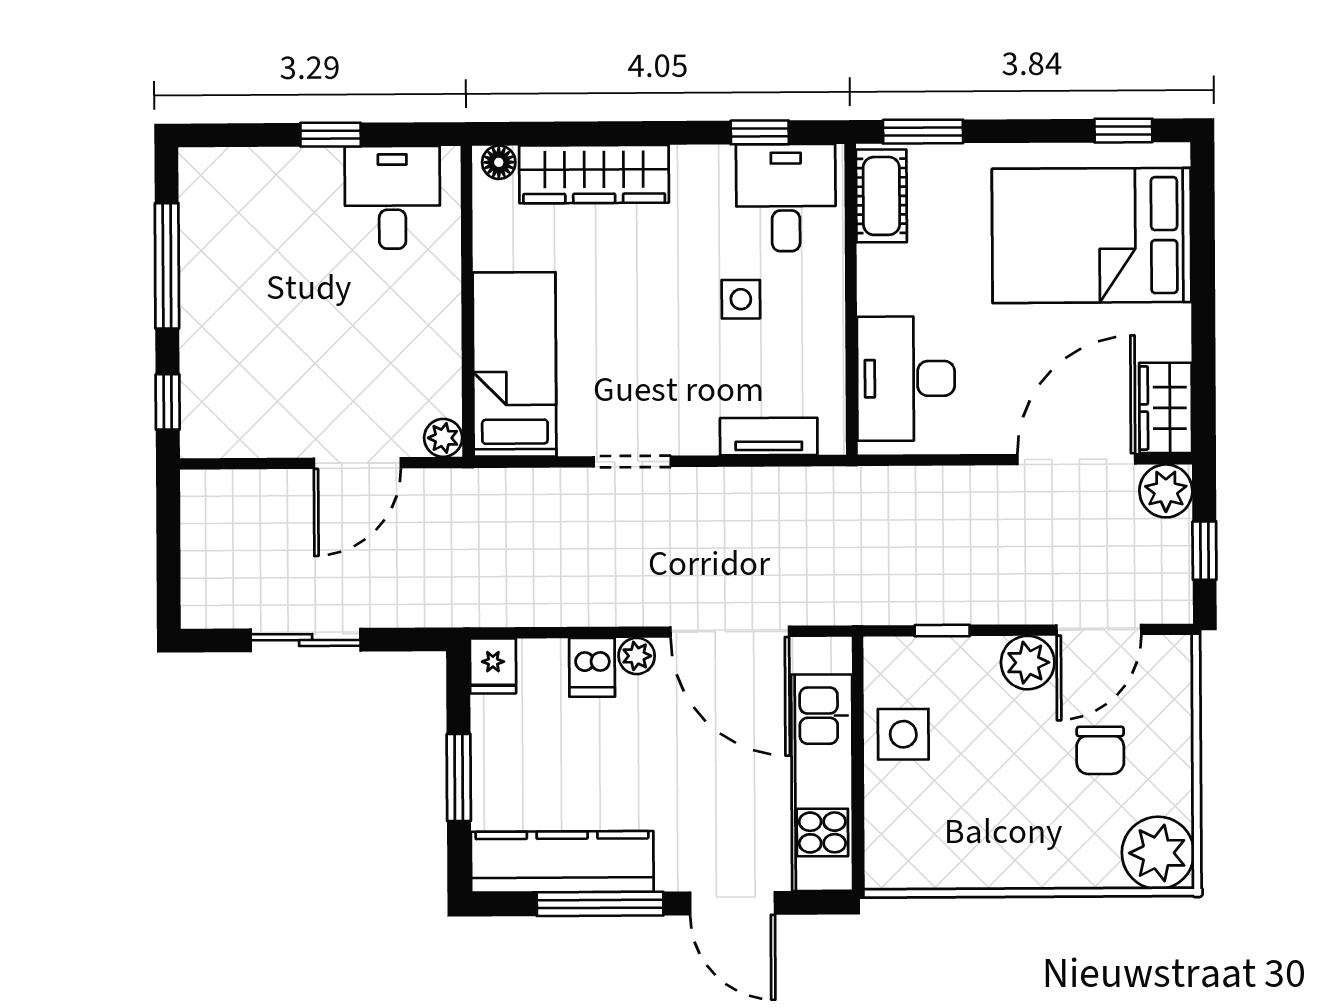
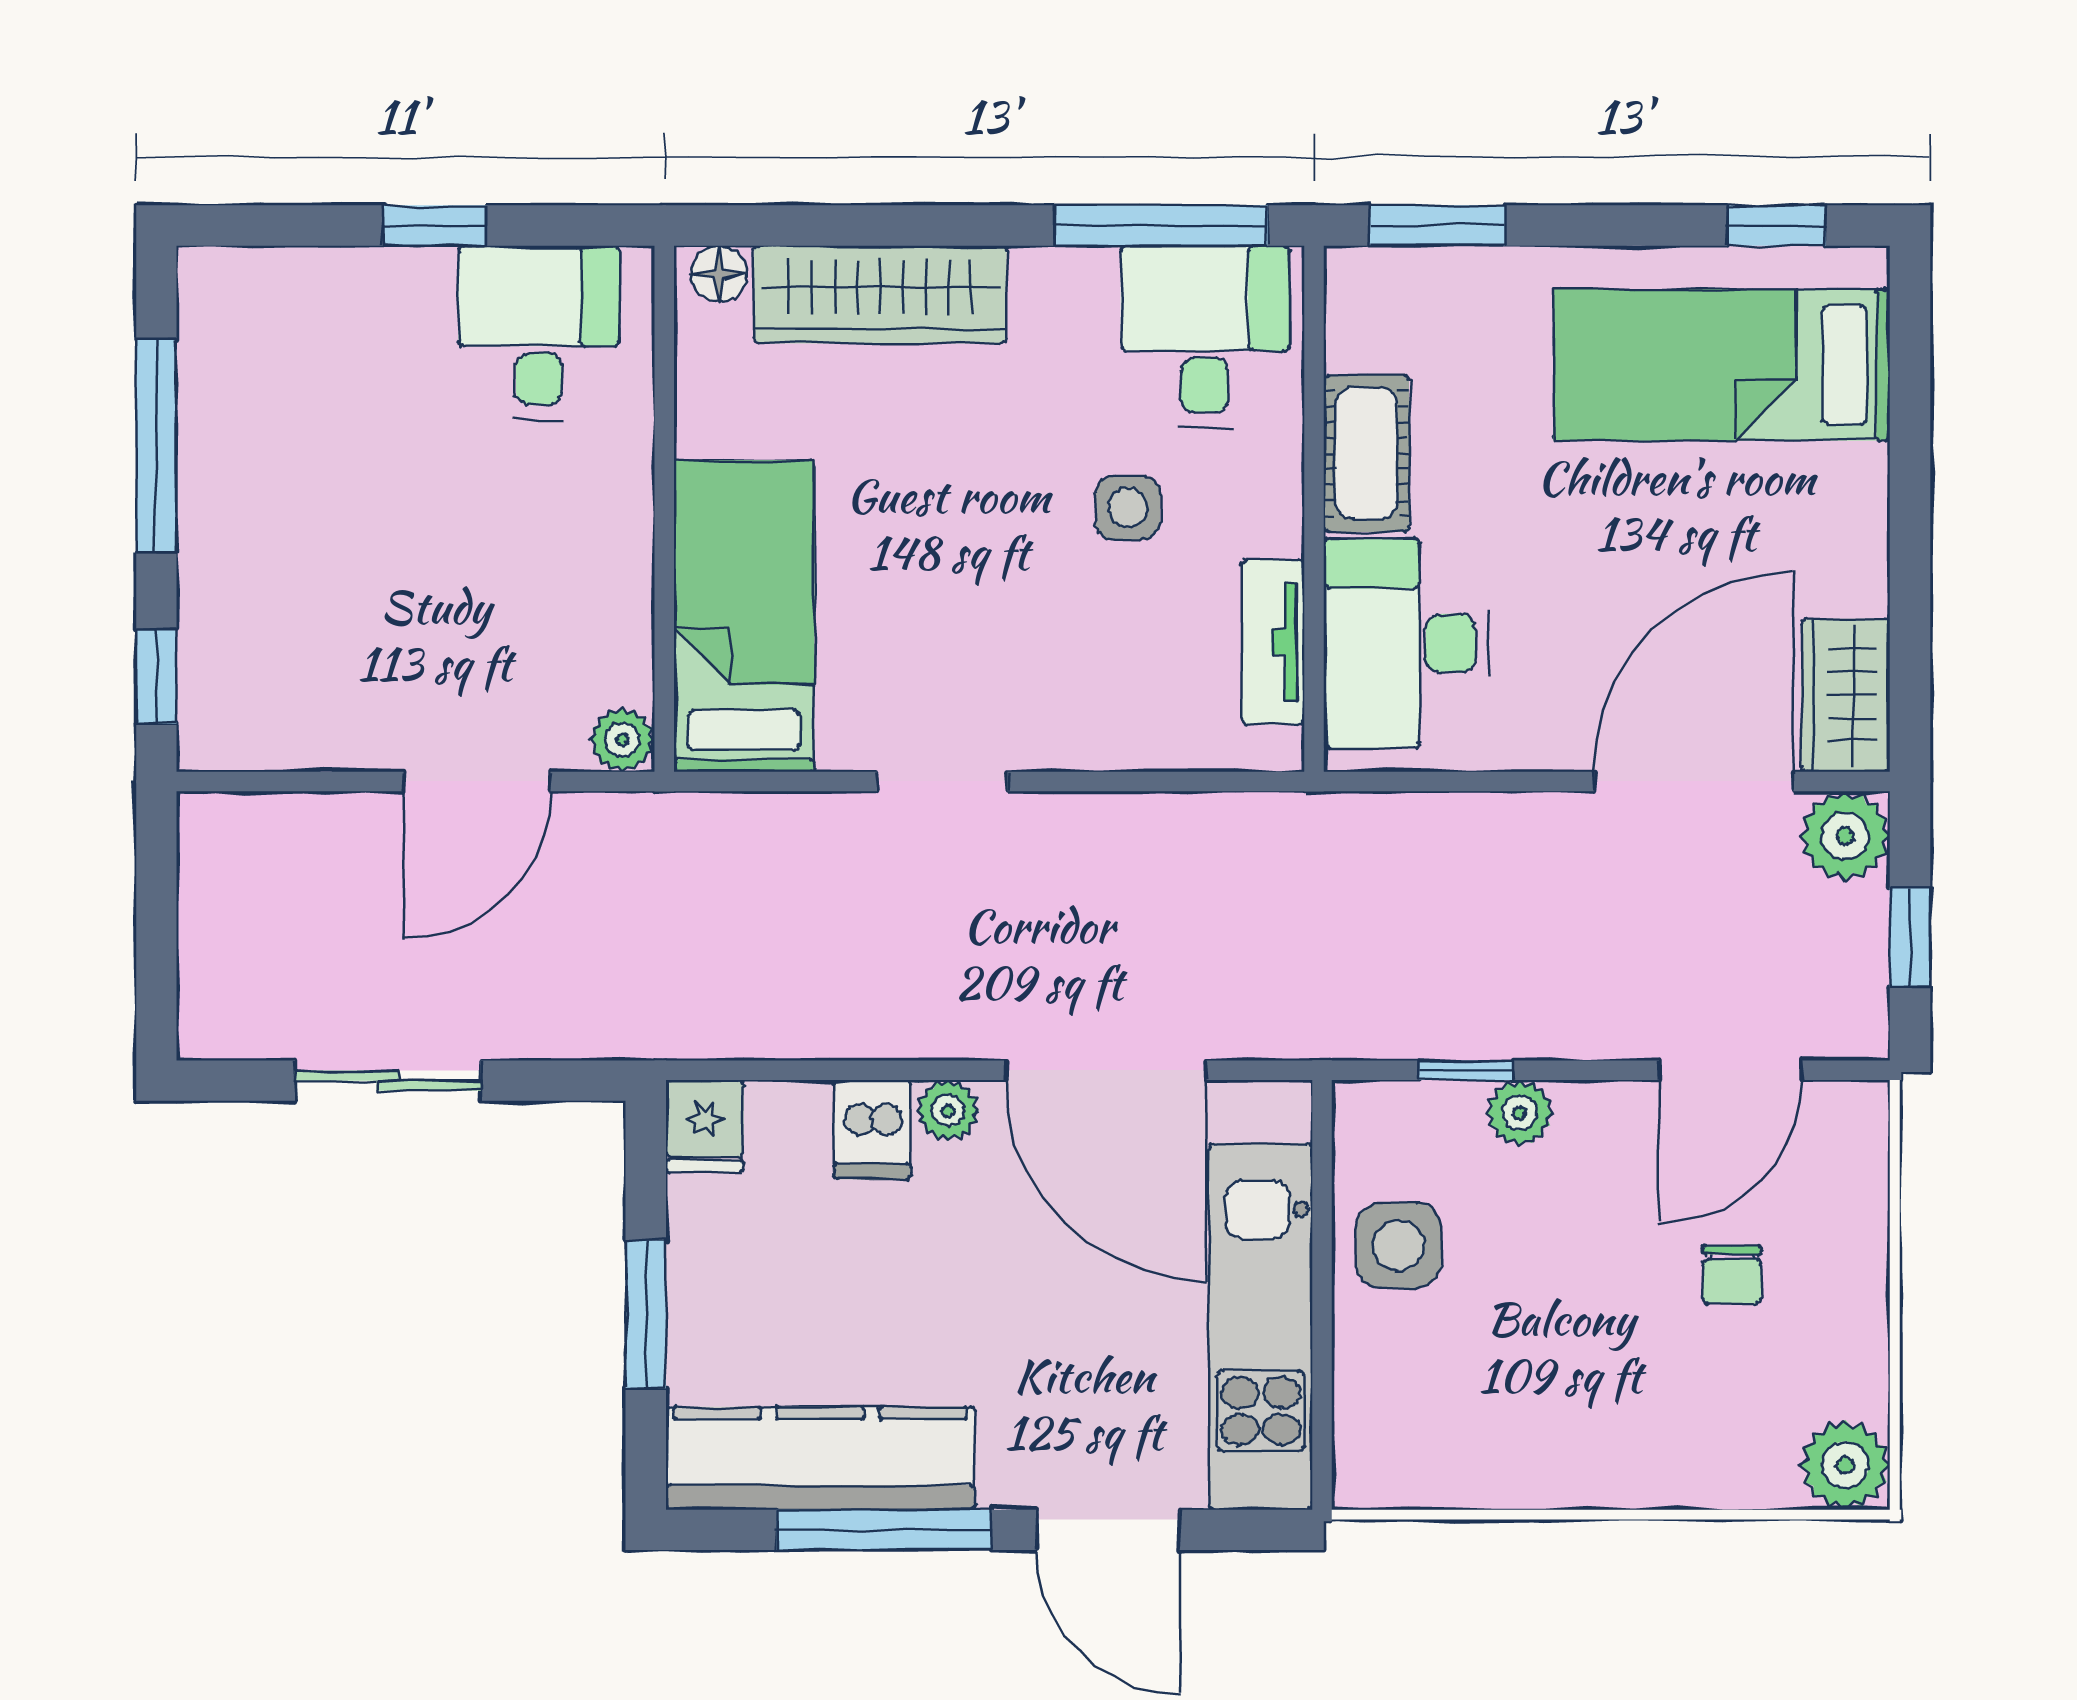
window: (760, 132) -> (1161, 225), width x2.17
cot: (881, 196) -> (1366, 453), moved
bed: (1092, 235) -> (1722, 365), width x0.67
tv unit: (769, 437) -> (1273, 642), moved, turned -90
plant: (1028, 663) -> (1520, 1113), moved, width x0.73, depth x0.73
chair: (1100, 750) -> (1732, 1274), width x0.73, depth x0.73
plant: (1158, 853) -> (1845, 1465), width x0.73, depth x0.73

